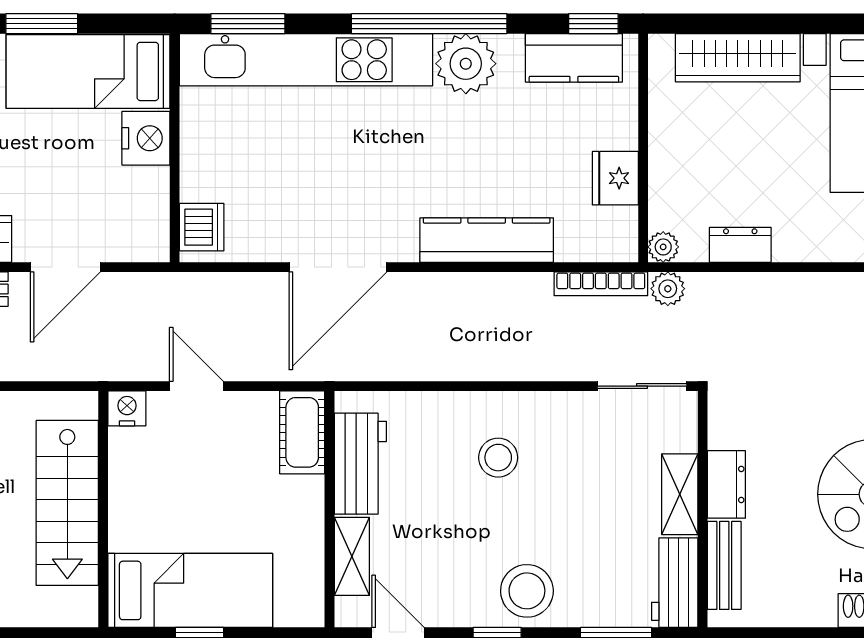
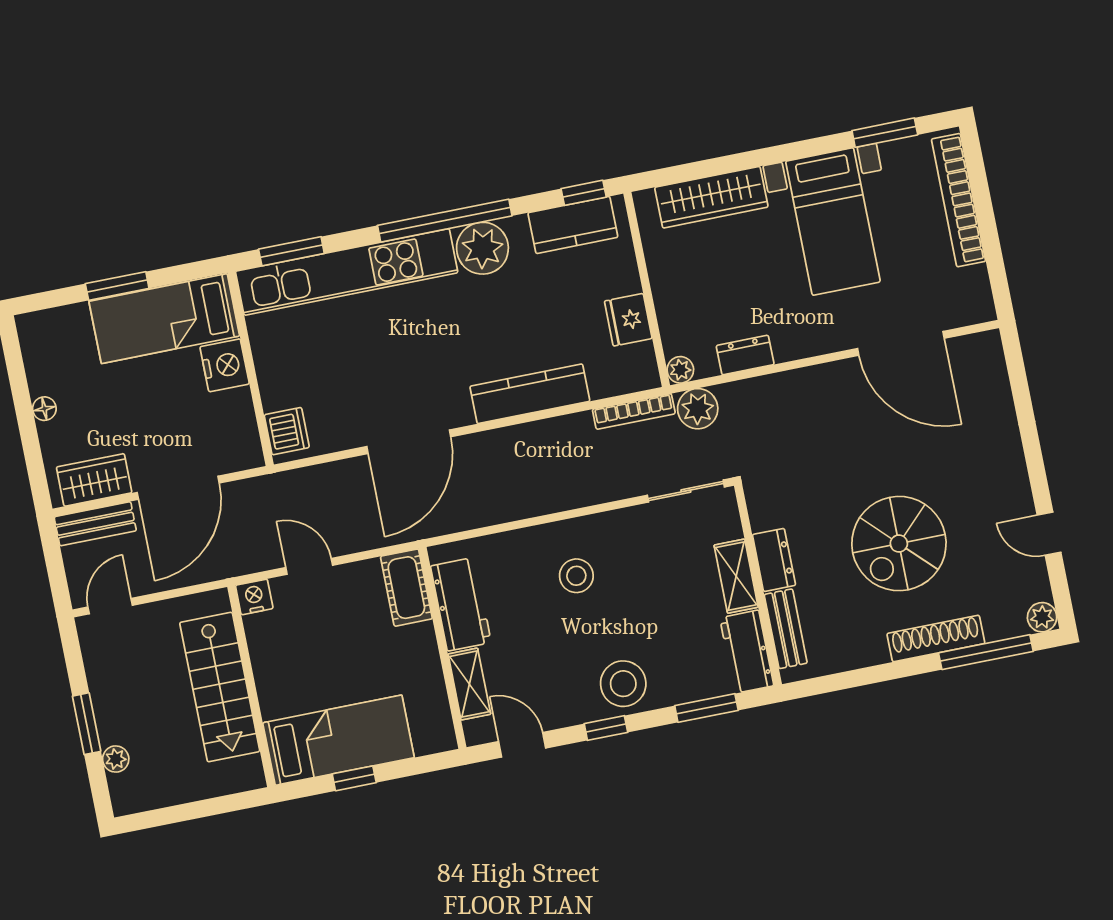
door: (65, 267) -> (178, 488), width x1.36
plant: (668, 289) -> (698, 409), width x1.38, depth x1.38

